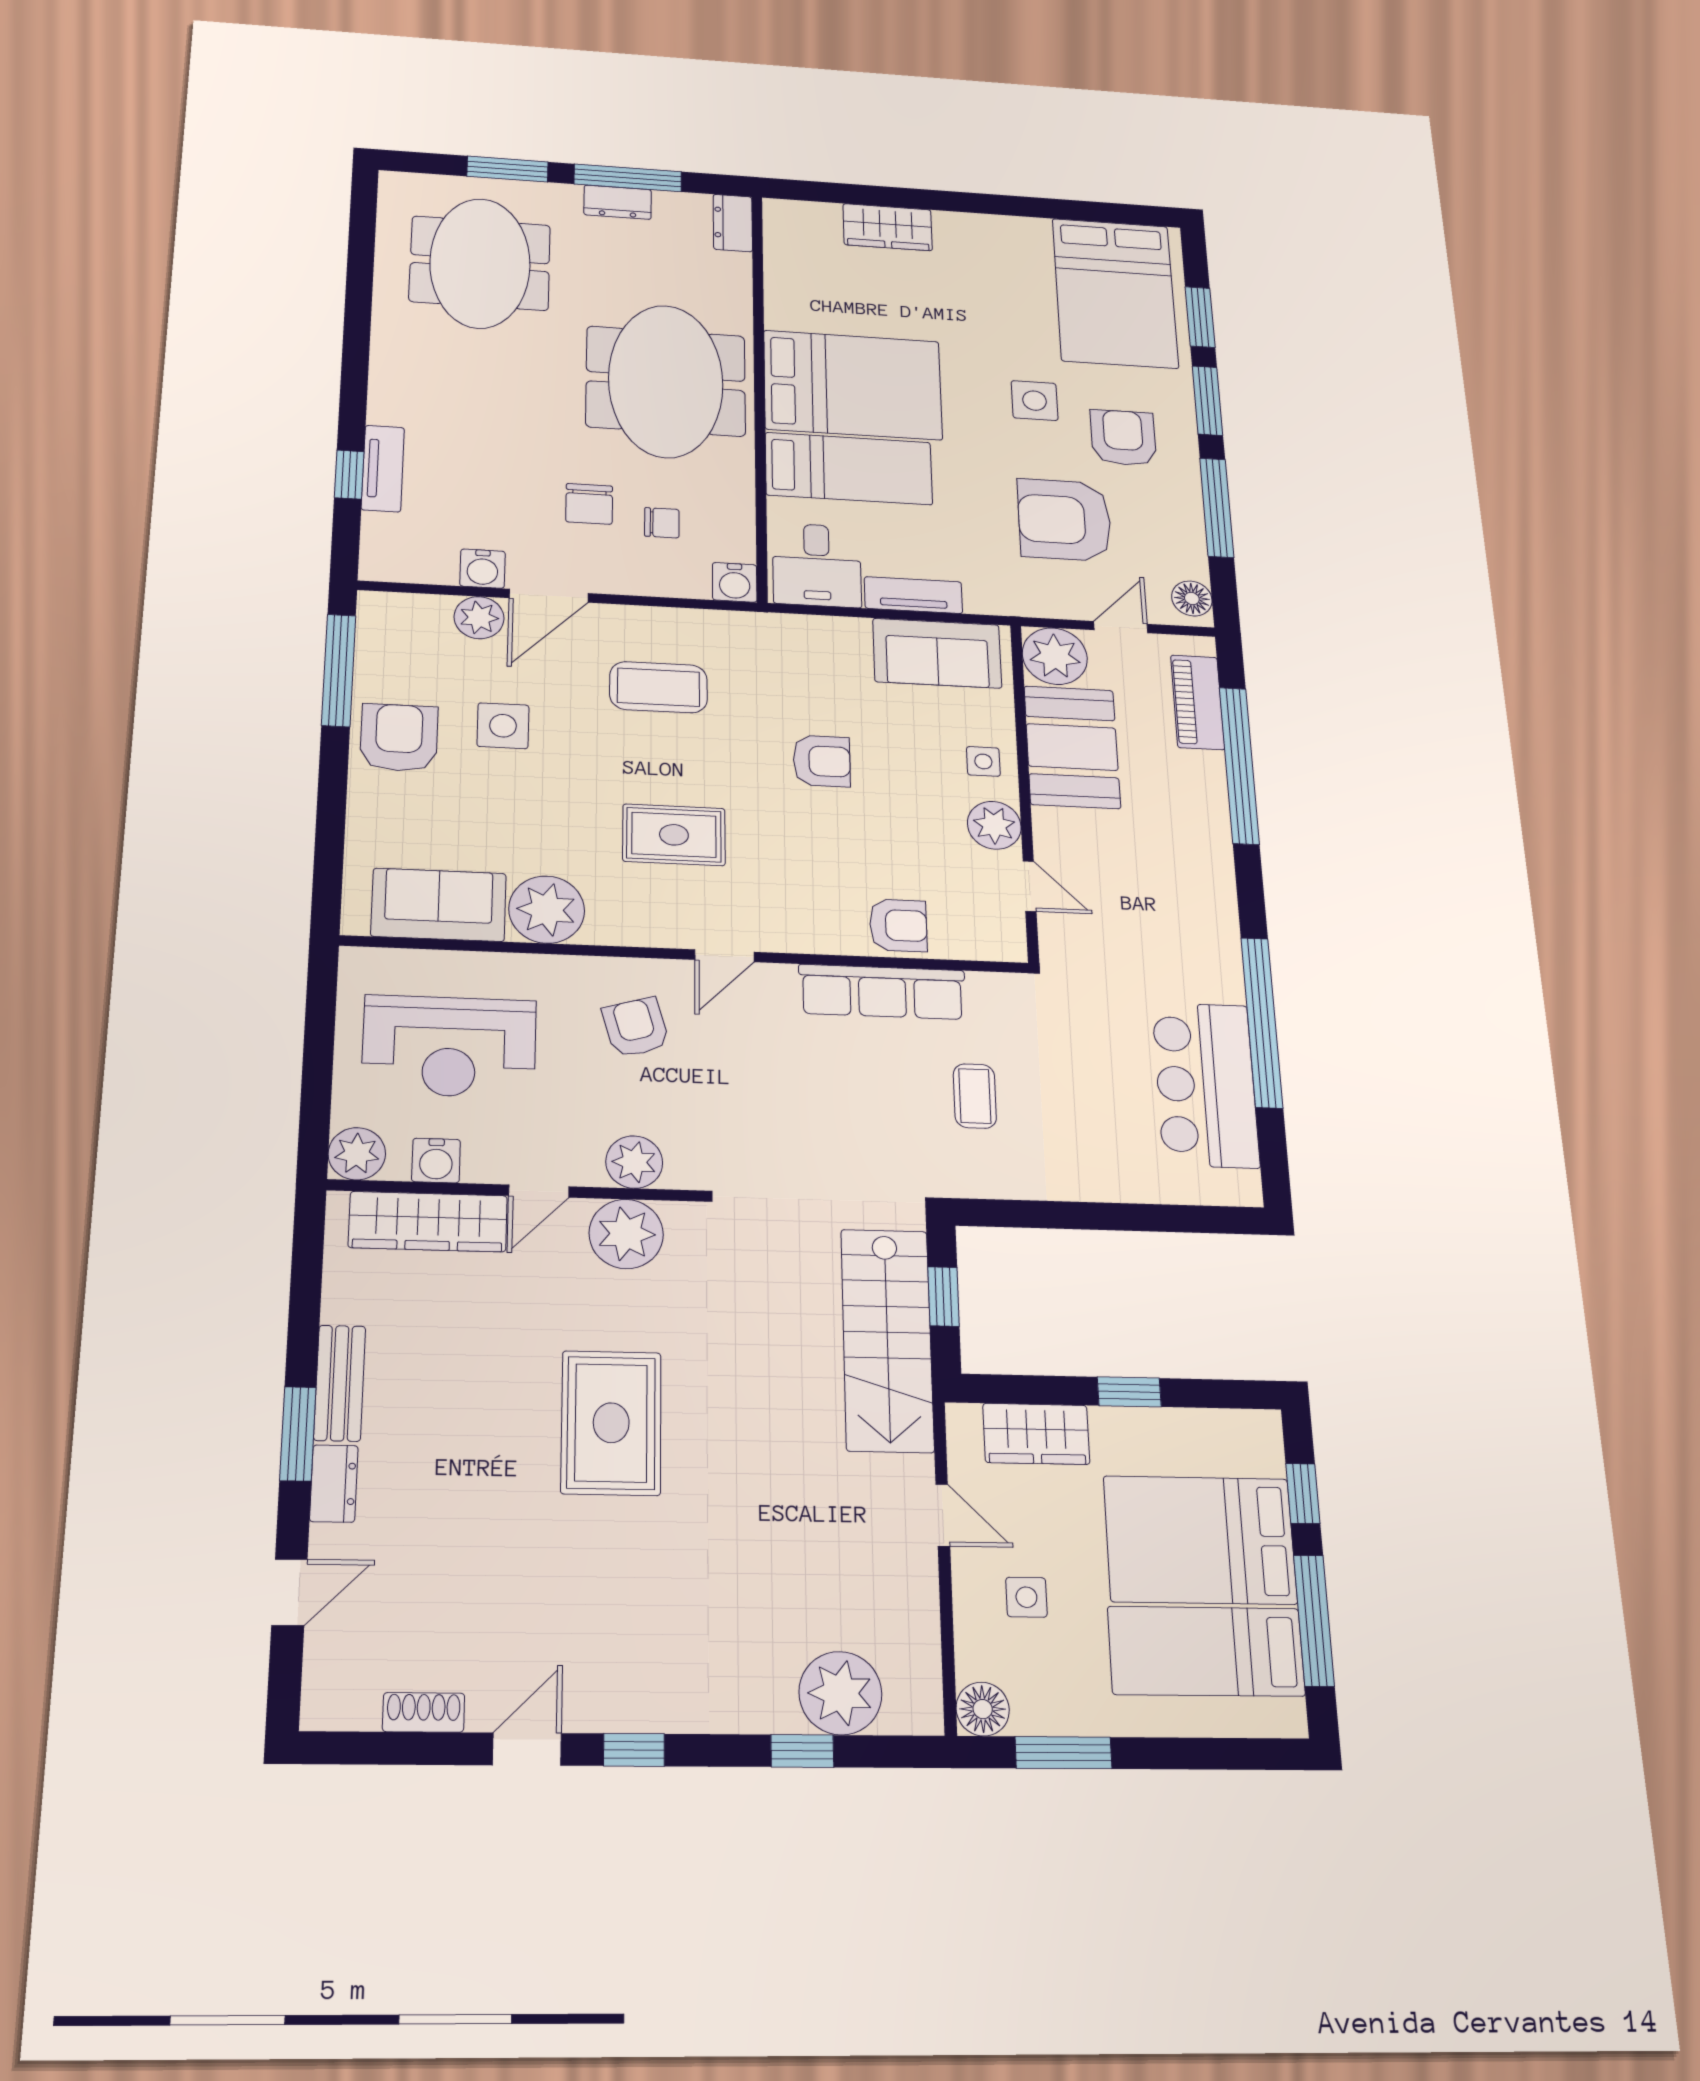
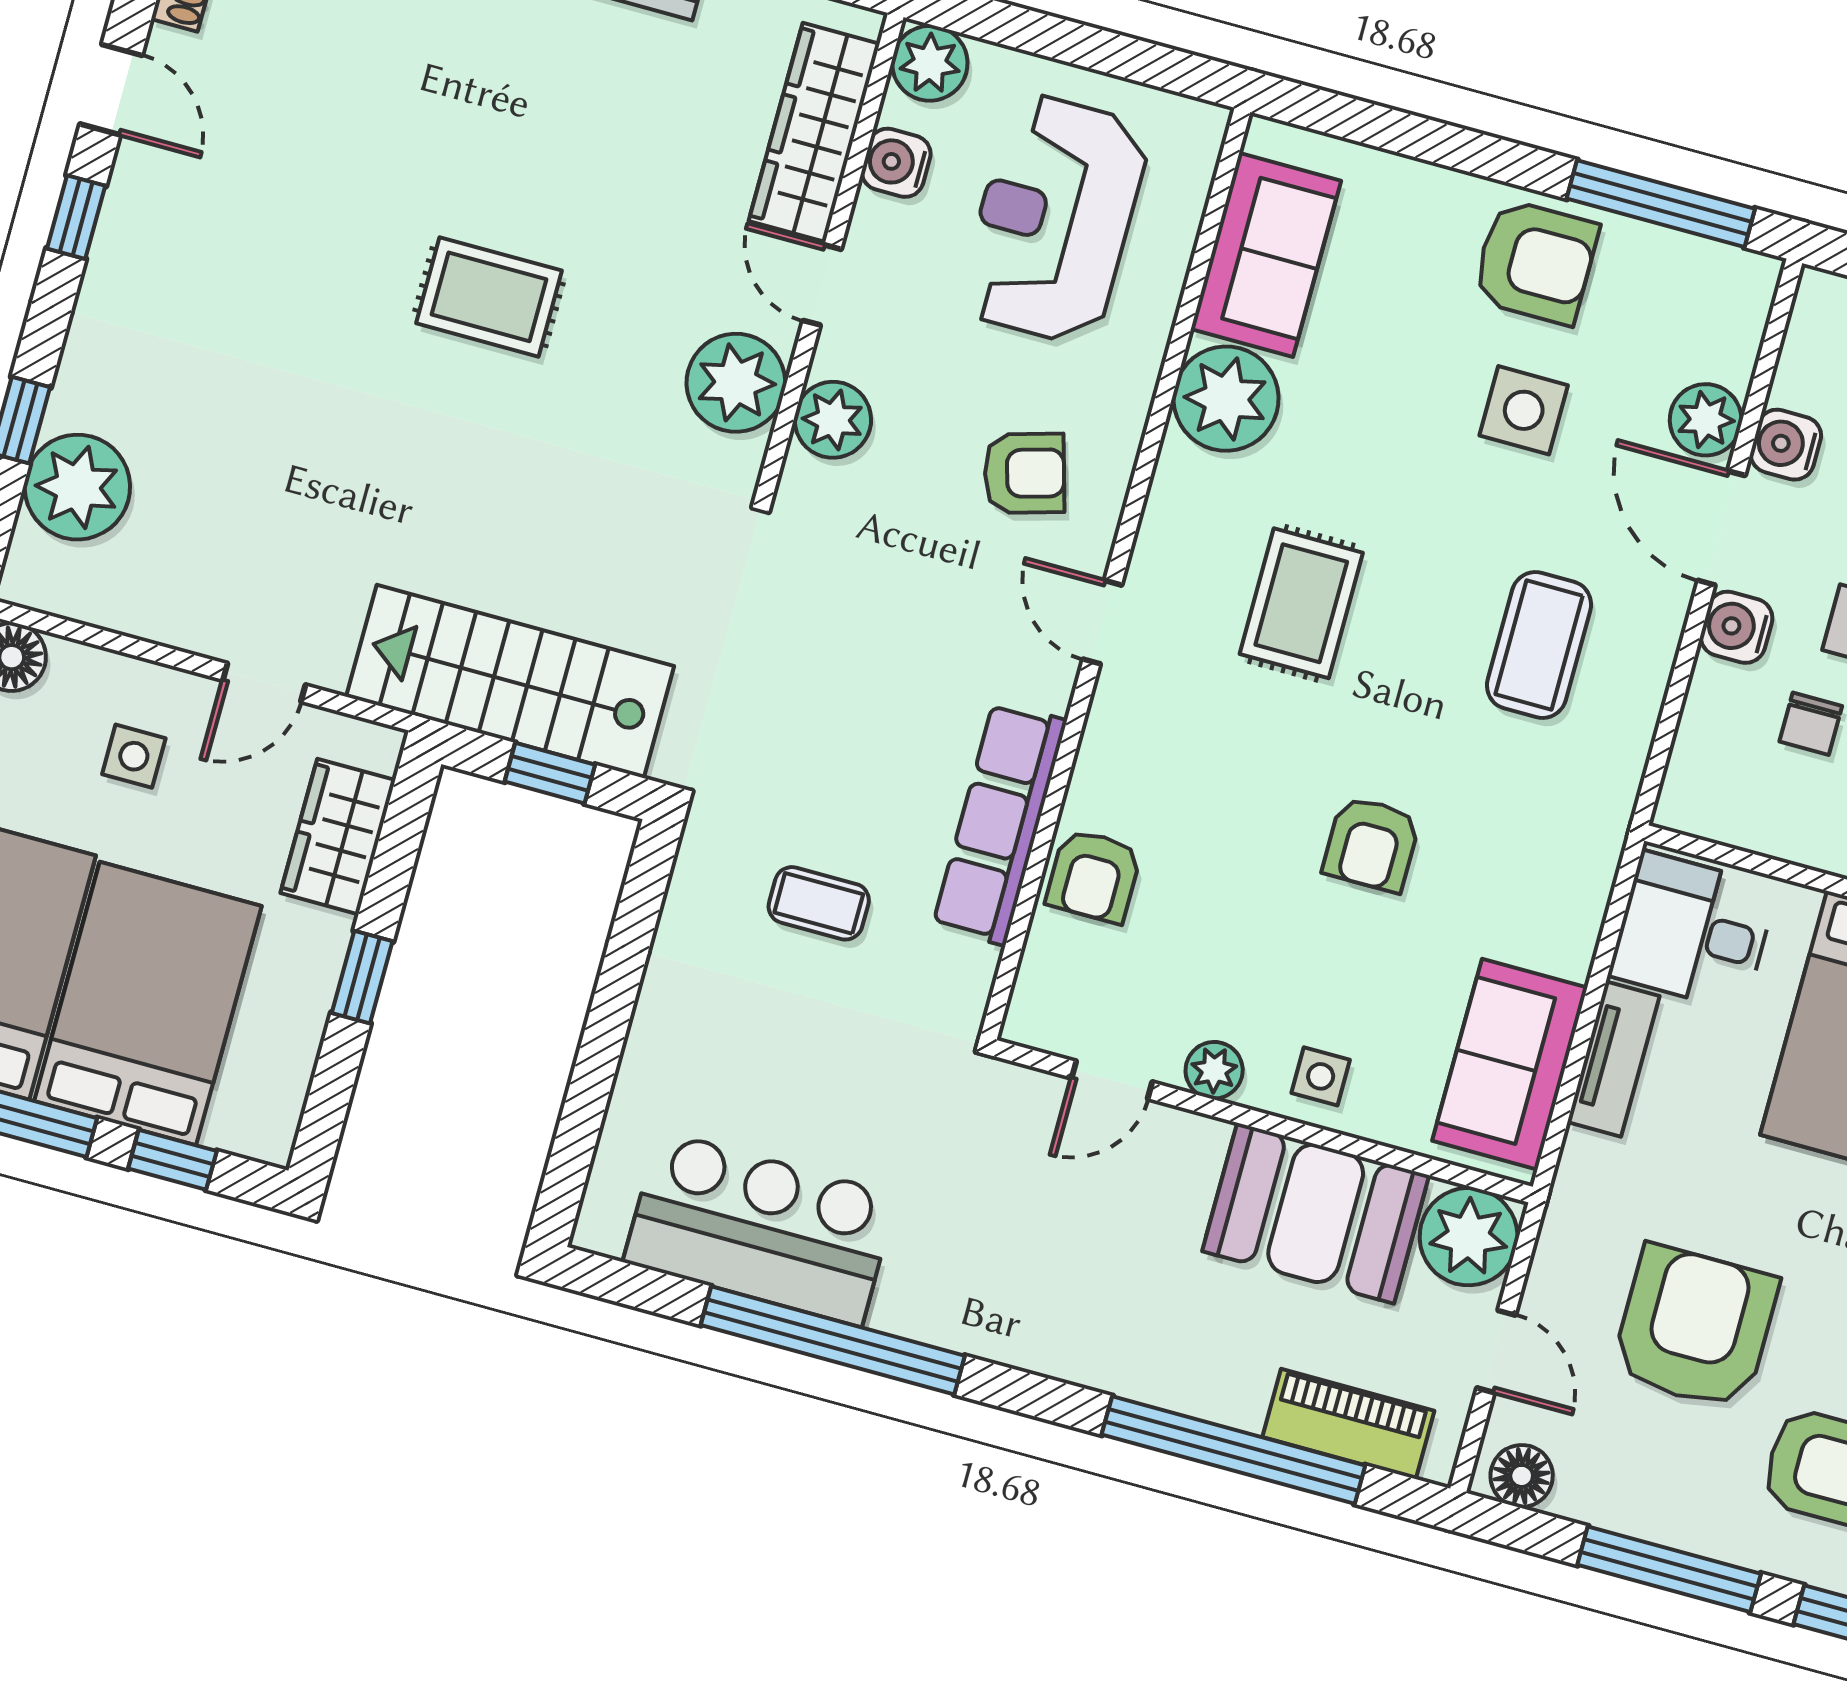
water cooler: (735, 582) -> (1736, 627), moved
plant: (994, 825) -> (1214, 1070), width x0.73, depth x0.73
rug: (611, 1423) -> (489, 297), width x0.73, depth x0.70

